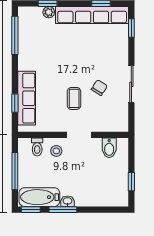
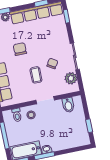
chair: (60, 59) -> (20, 49), added
plant: (120, 113) -> (71, 78), added

